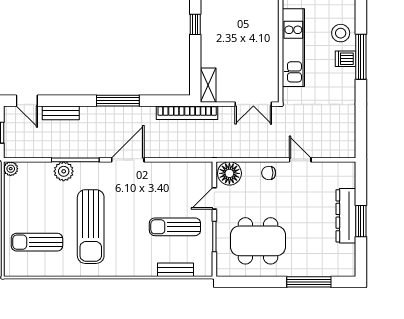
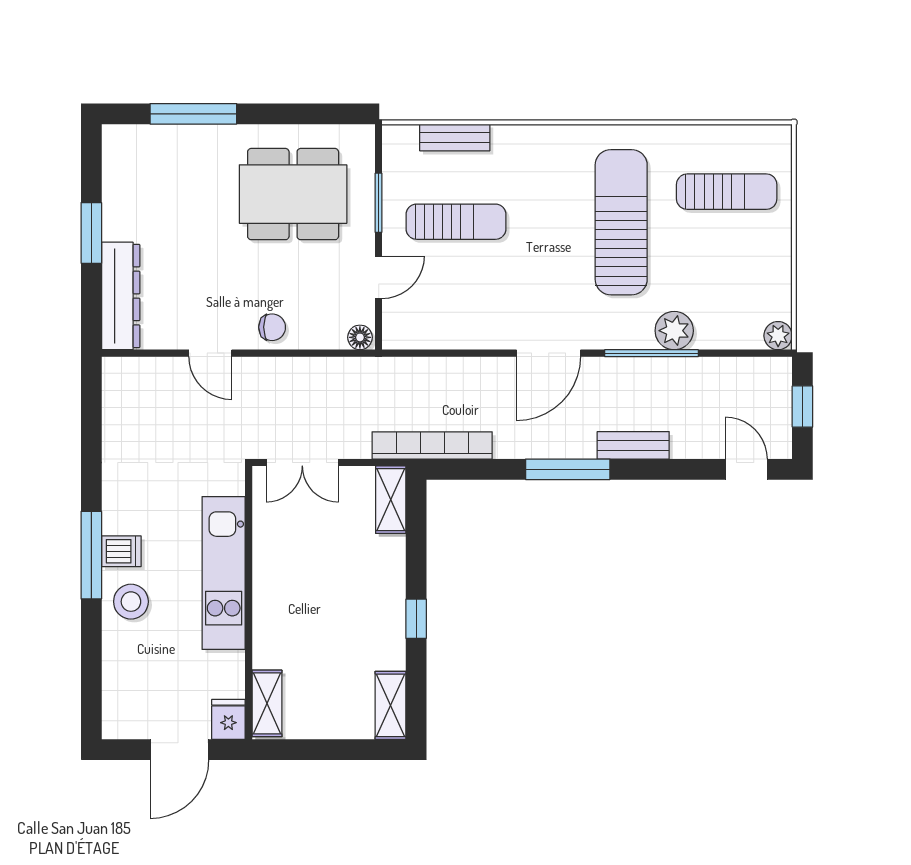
double door: (253, 104) -> (302, 463), swing flipped
bench: (61, 113) -> (633, 445), moved
floor lamp: (229, 173) -> (360, 337), width x0.53, depth x0.53
dresser: (346, 216) -> (121, 296), moved

